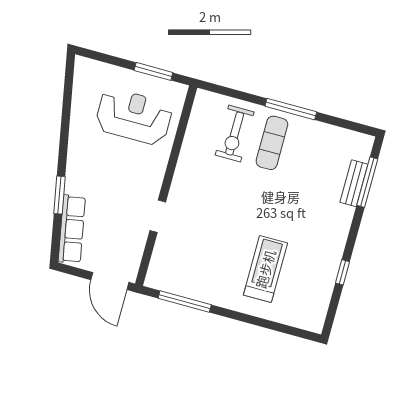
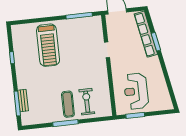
reception desk: (134, 117) -> (136, 91), turned 90
row of seats: (72, 229) -> (146, 34), width x1.36
treadmill: (265, 269) -> (48, 45), width x1.37, depth x1.38

